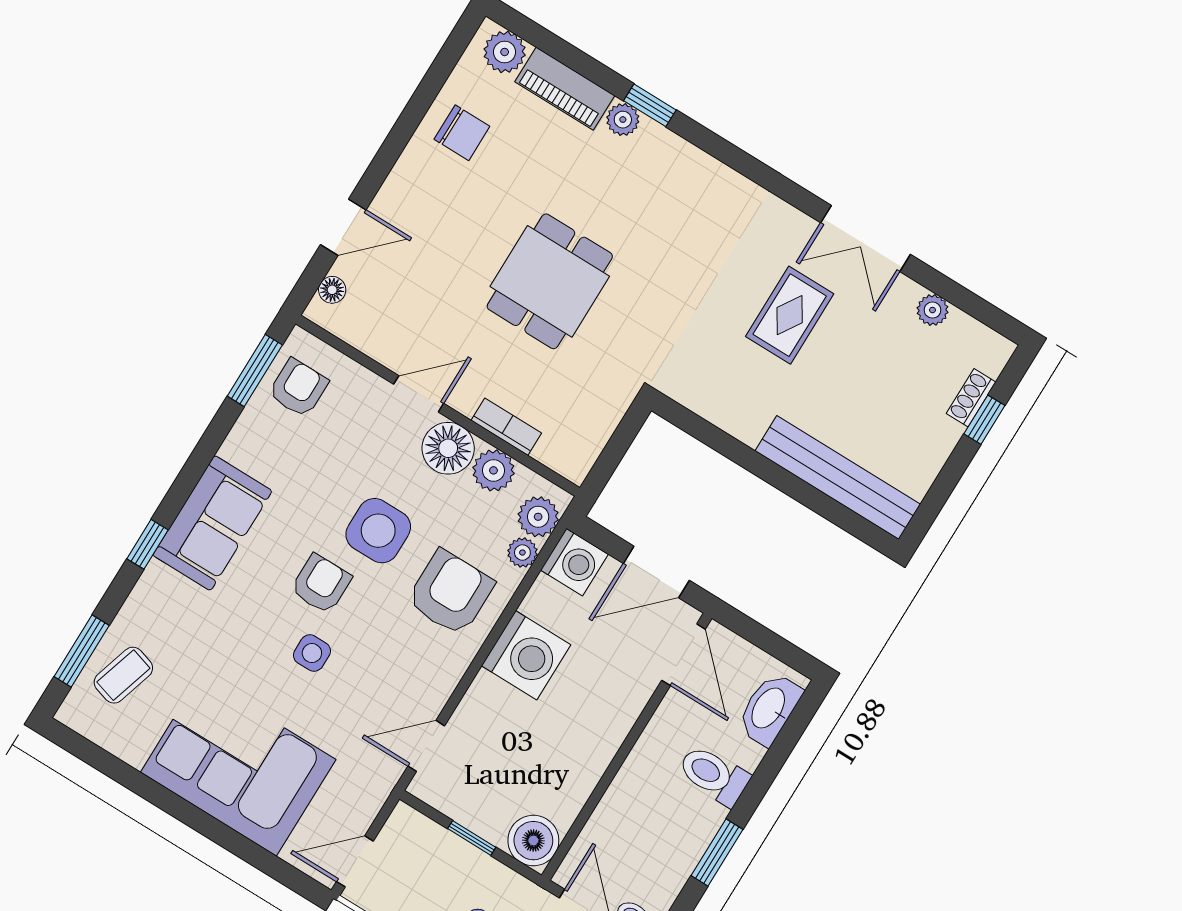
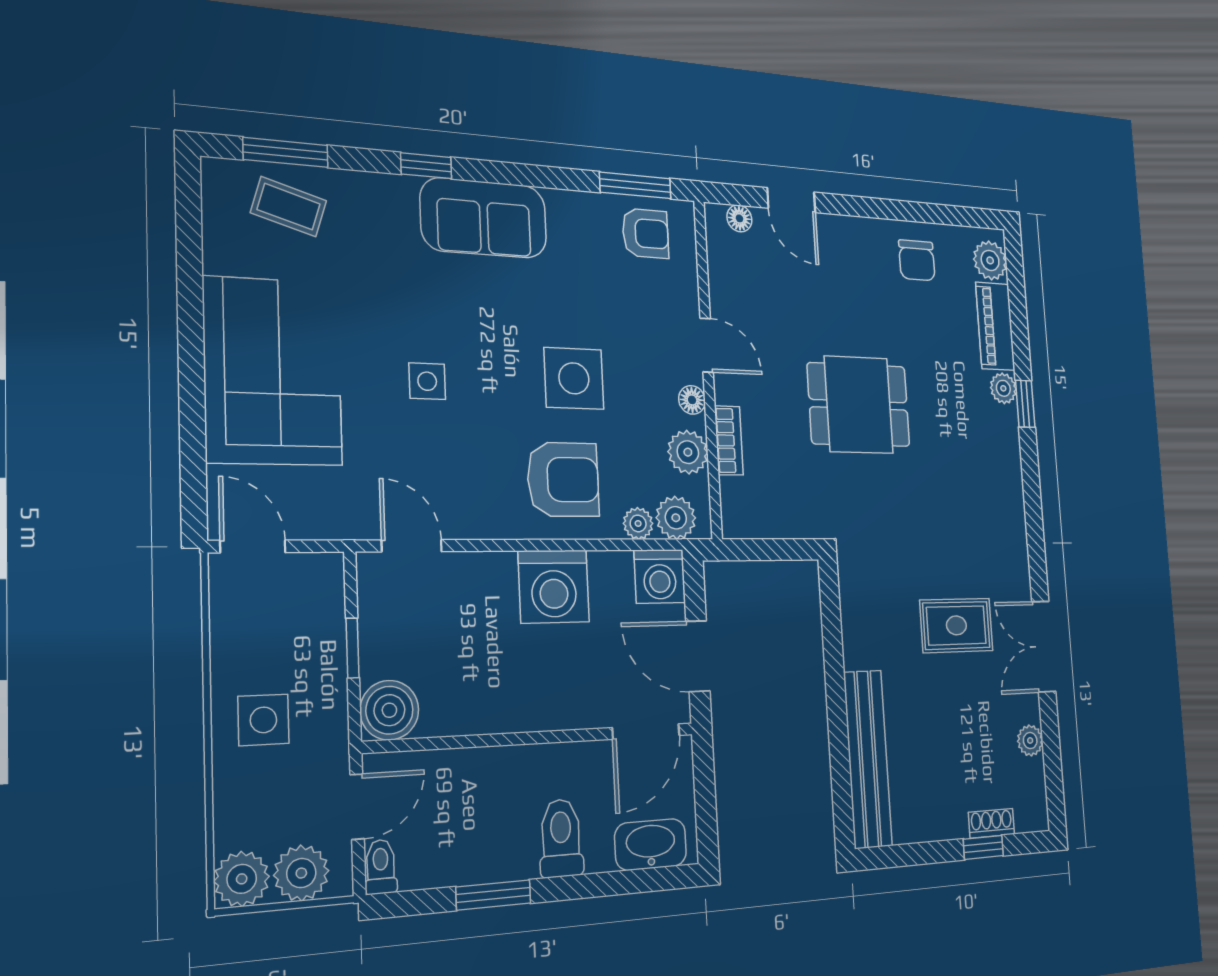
floor lamp: (448, 448) -> (692, 400), width x0.53, depth x0.53
armchair: (321, 584) -> (495, 353), removed

